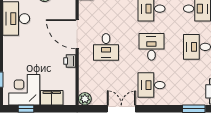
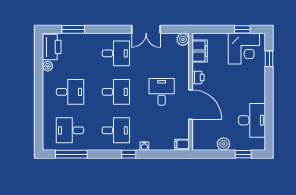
desk: (151, 47) -> (116, 92), turned -90
filing cabinet: (52, 98) -> (200, 51), moved, turned -90

